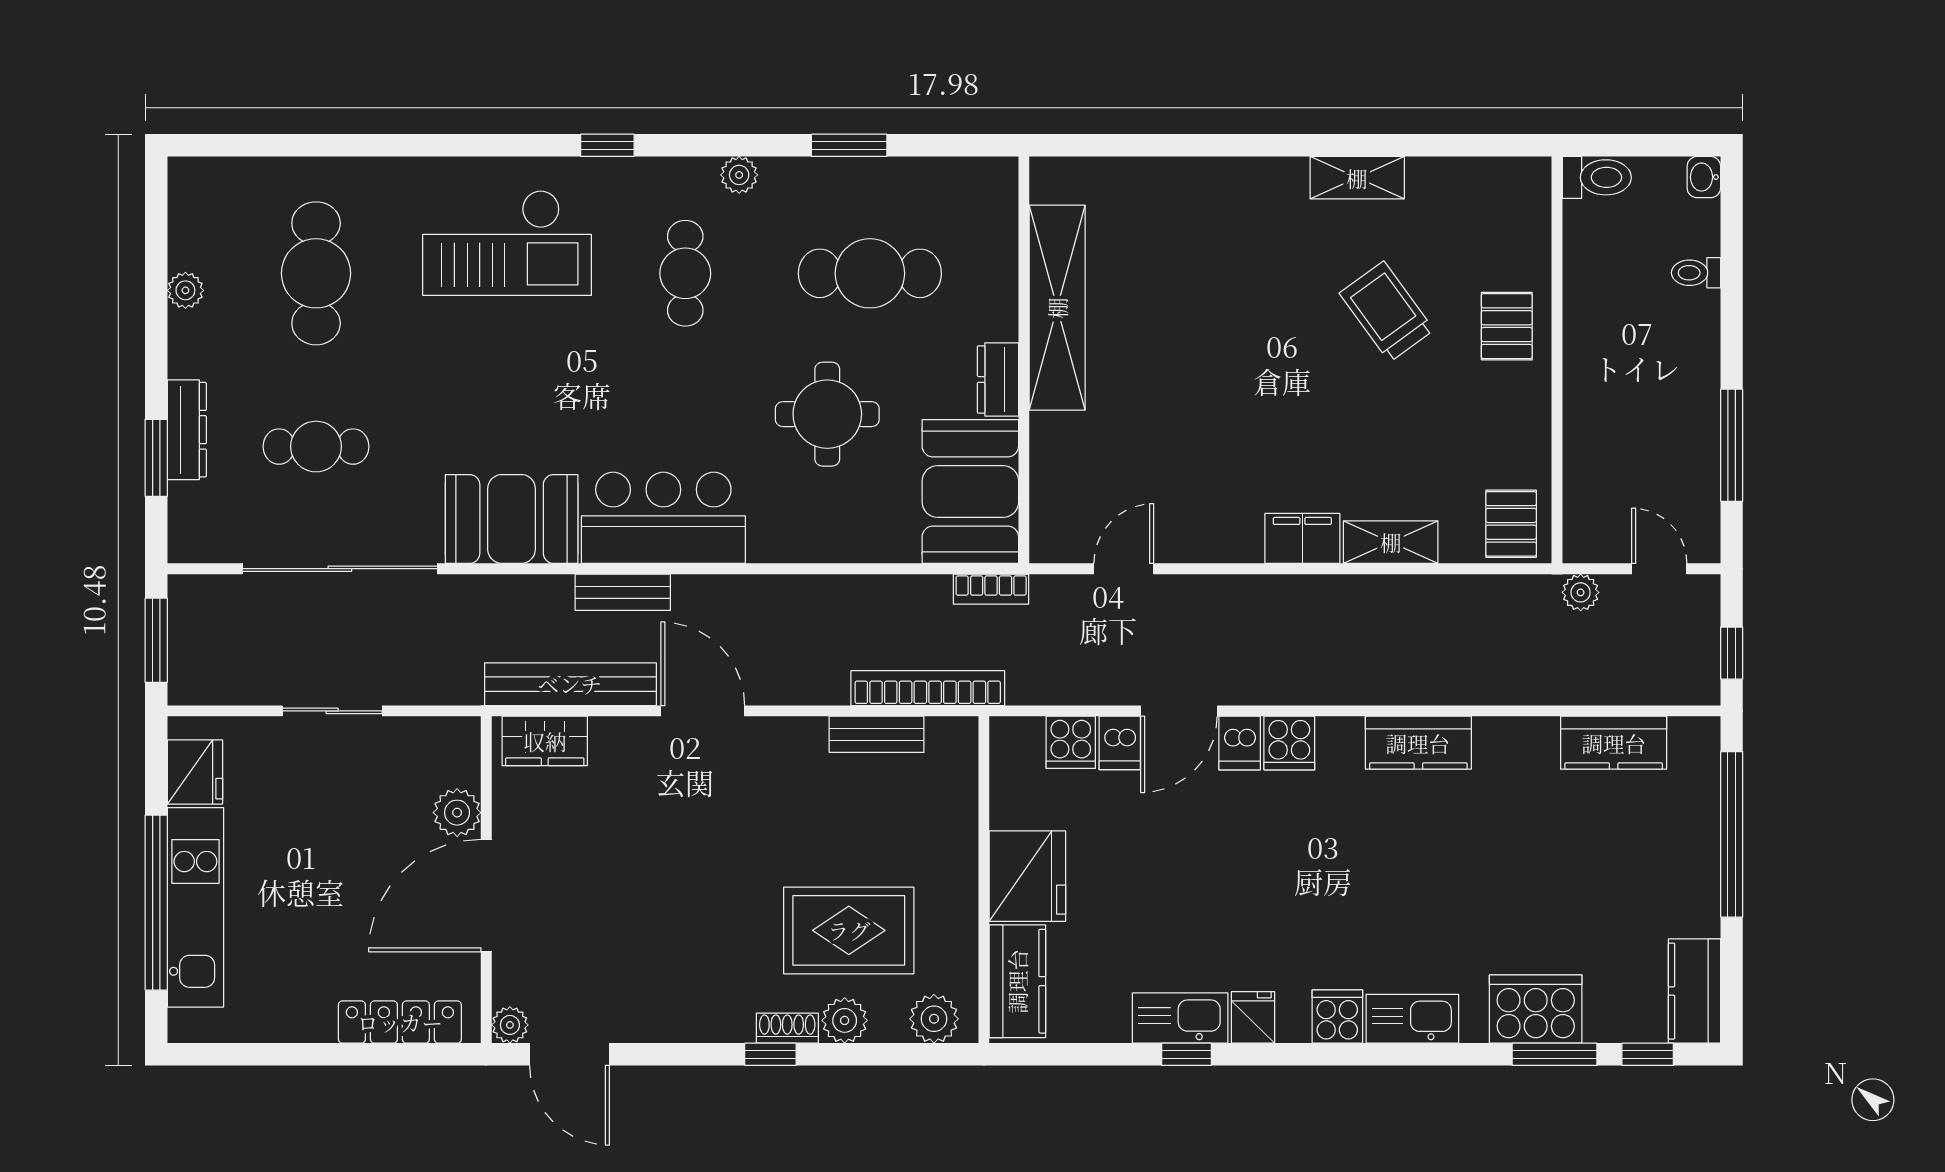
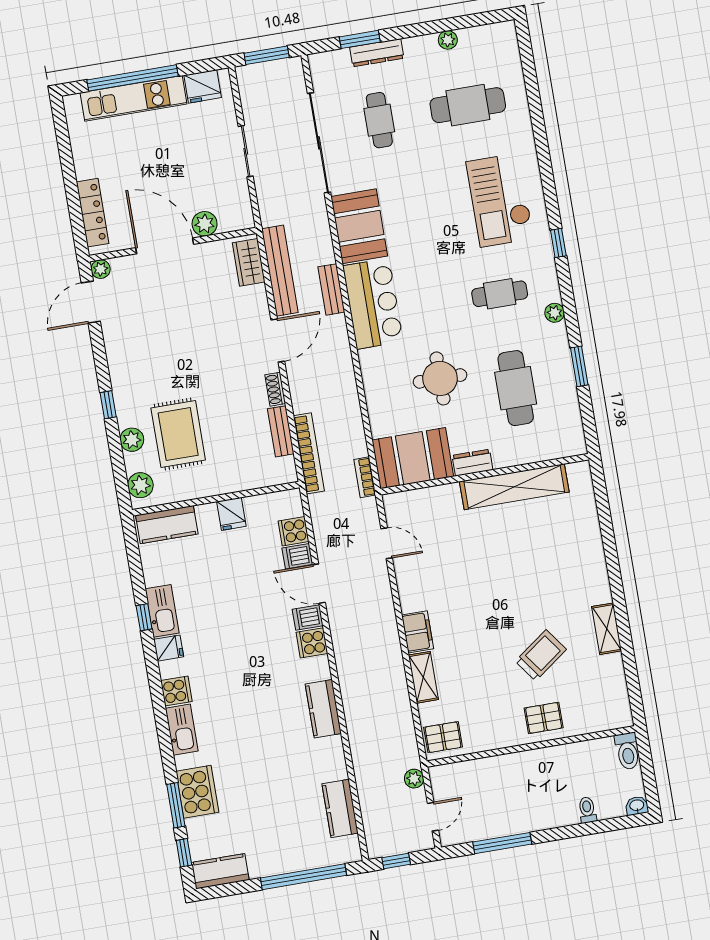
fridge: (1027, 876) -> (231, 514), width x0.53, depth x0.75
shoe rack: (787, 1028) -> (275, 389), moved, turned 180

